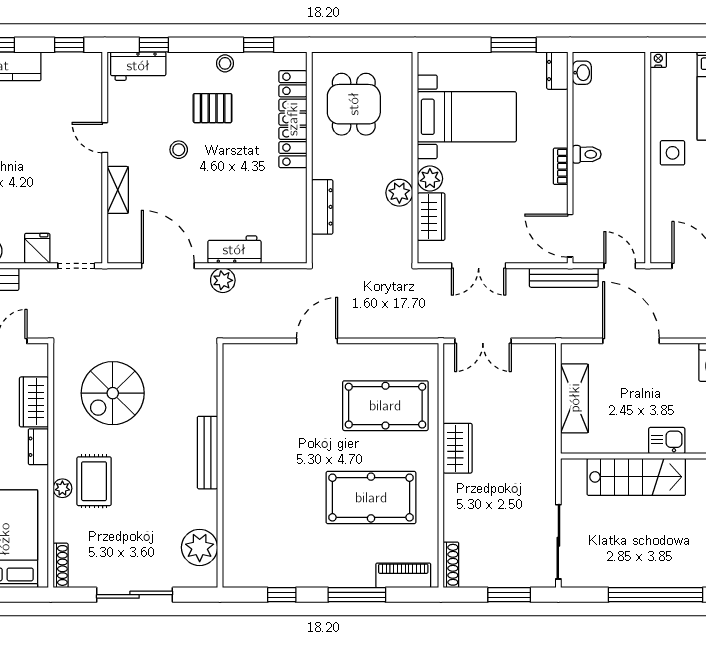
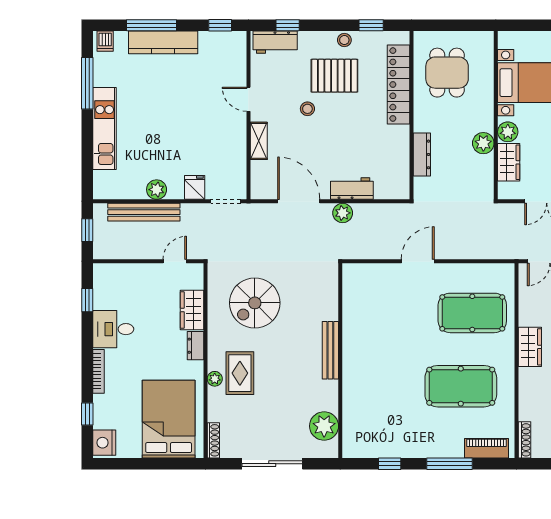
pallet: (213, 108) -> (334, 76), width x1.50, depth x1.42

